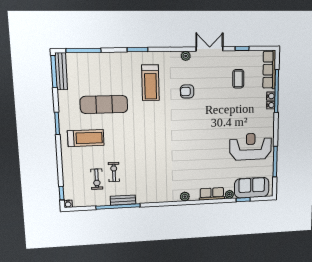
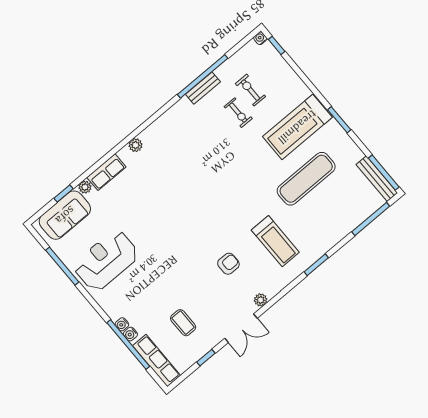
treadmill: (150, 83) -> (275, 241), turned 180
treadmill: (86, 138) -> (297, 127), width x1.37, depth x1.38
reception desk: (251, 147) -> (106, 260), turned 180

